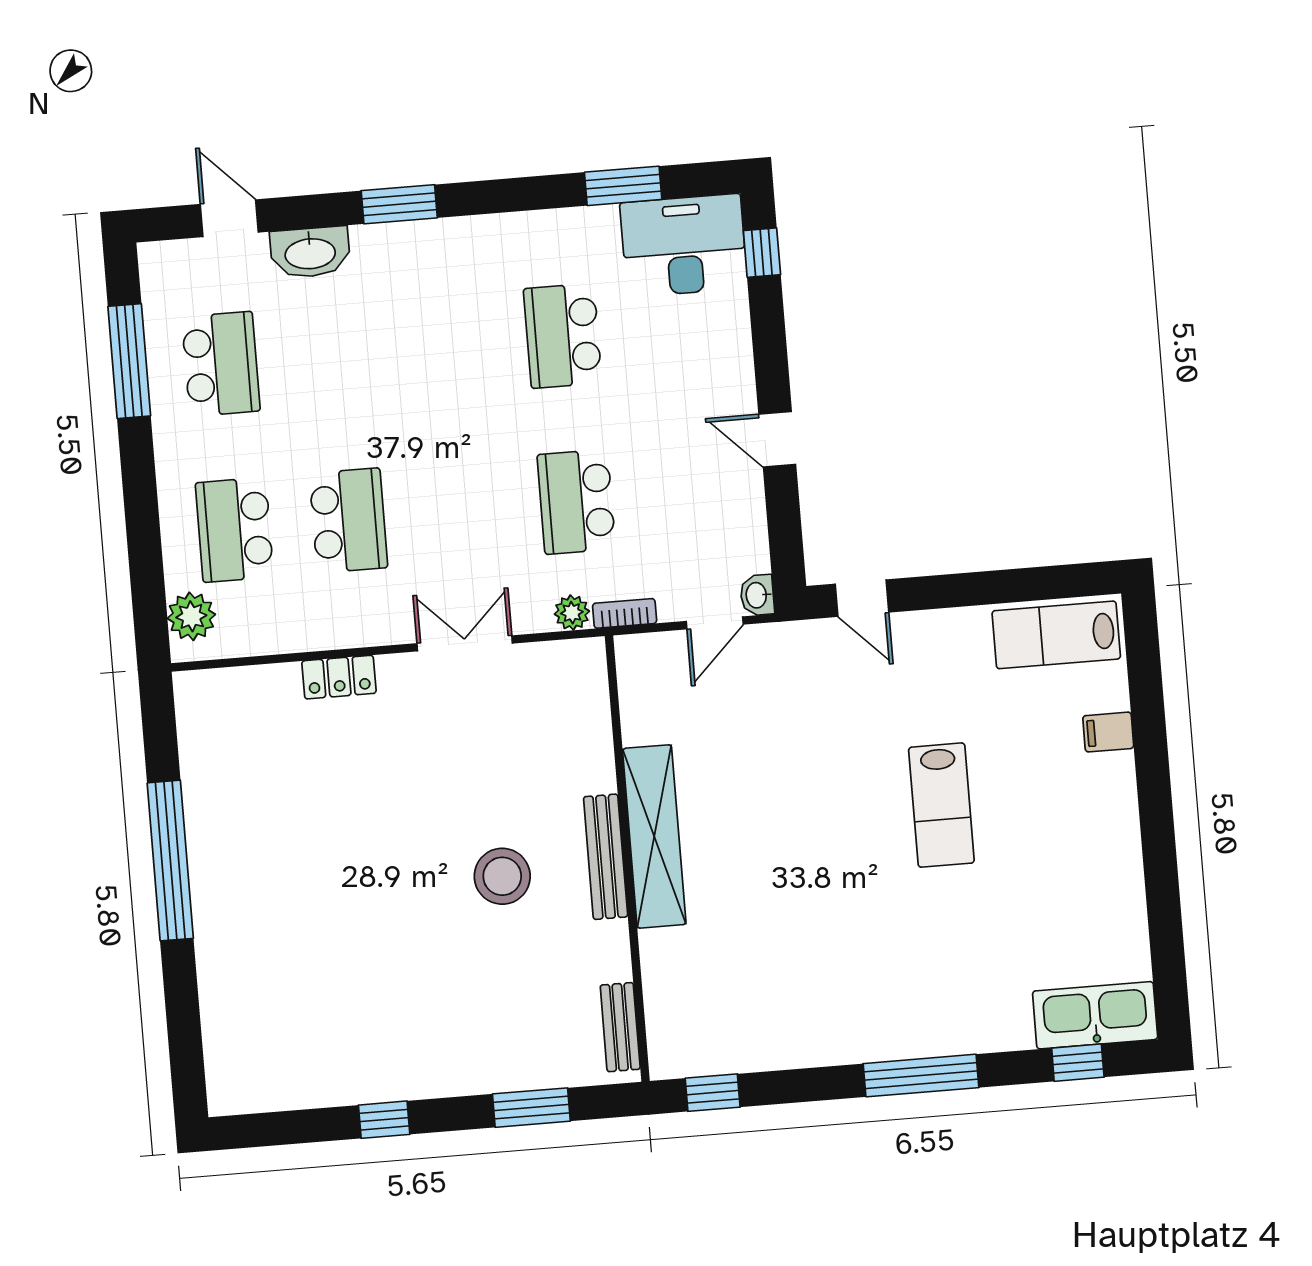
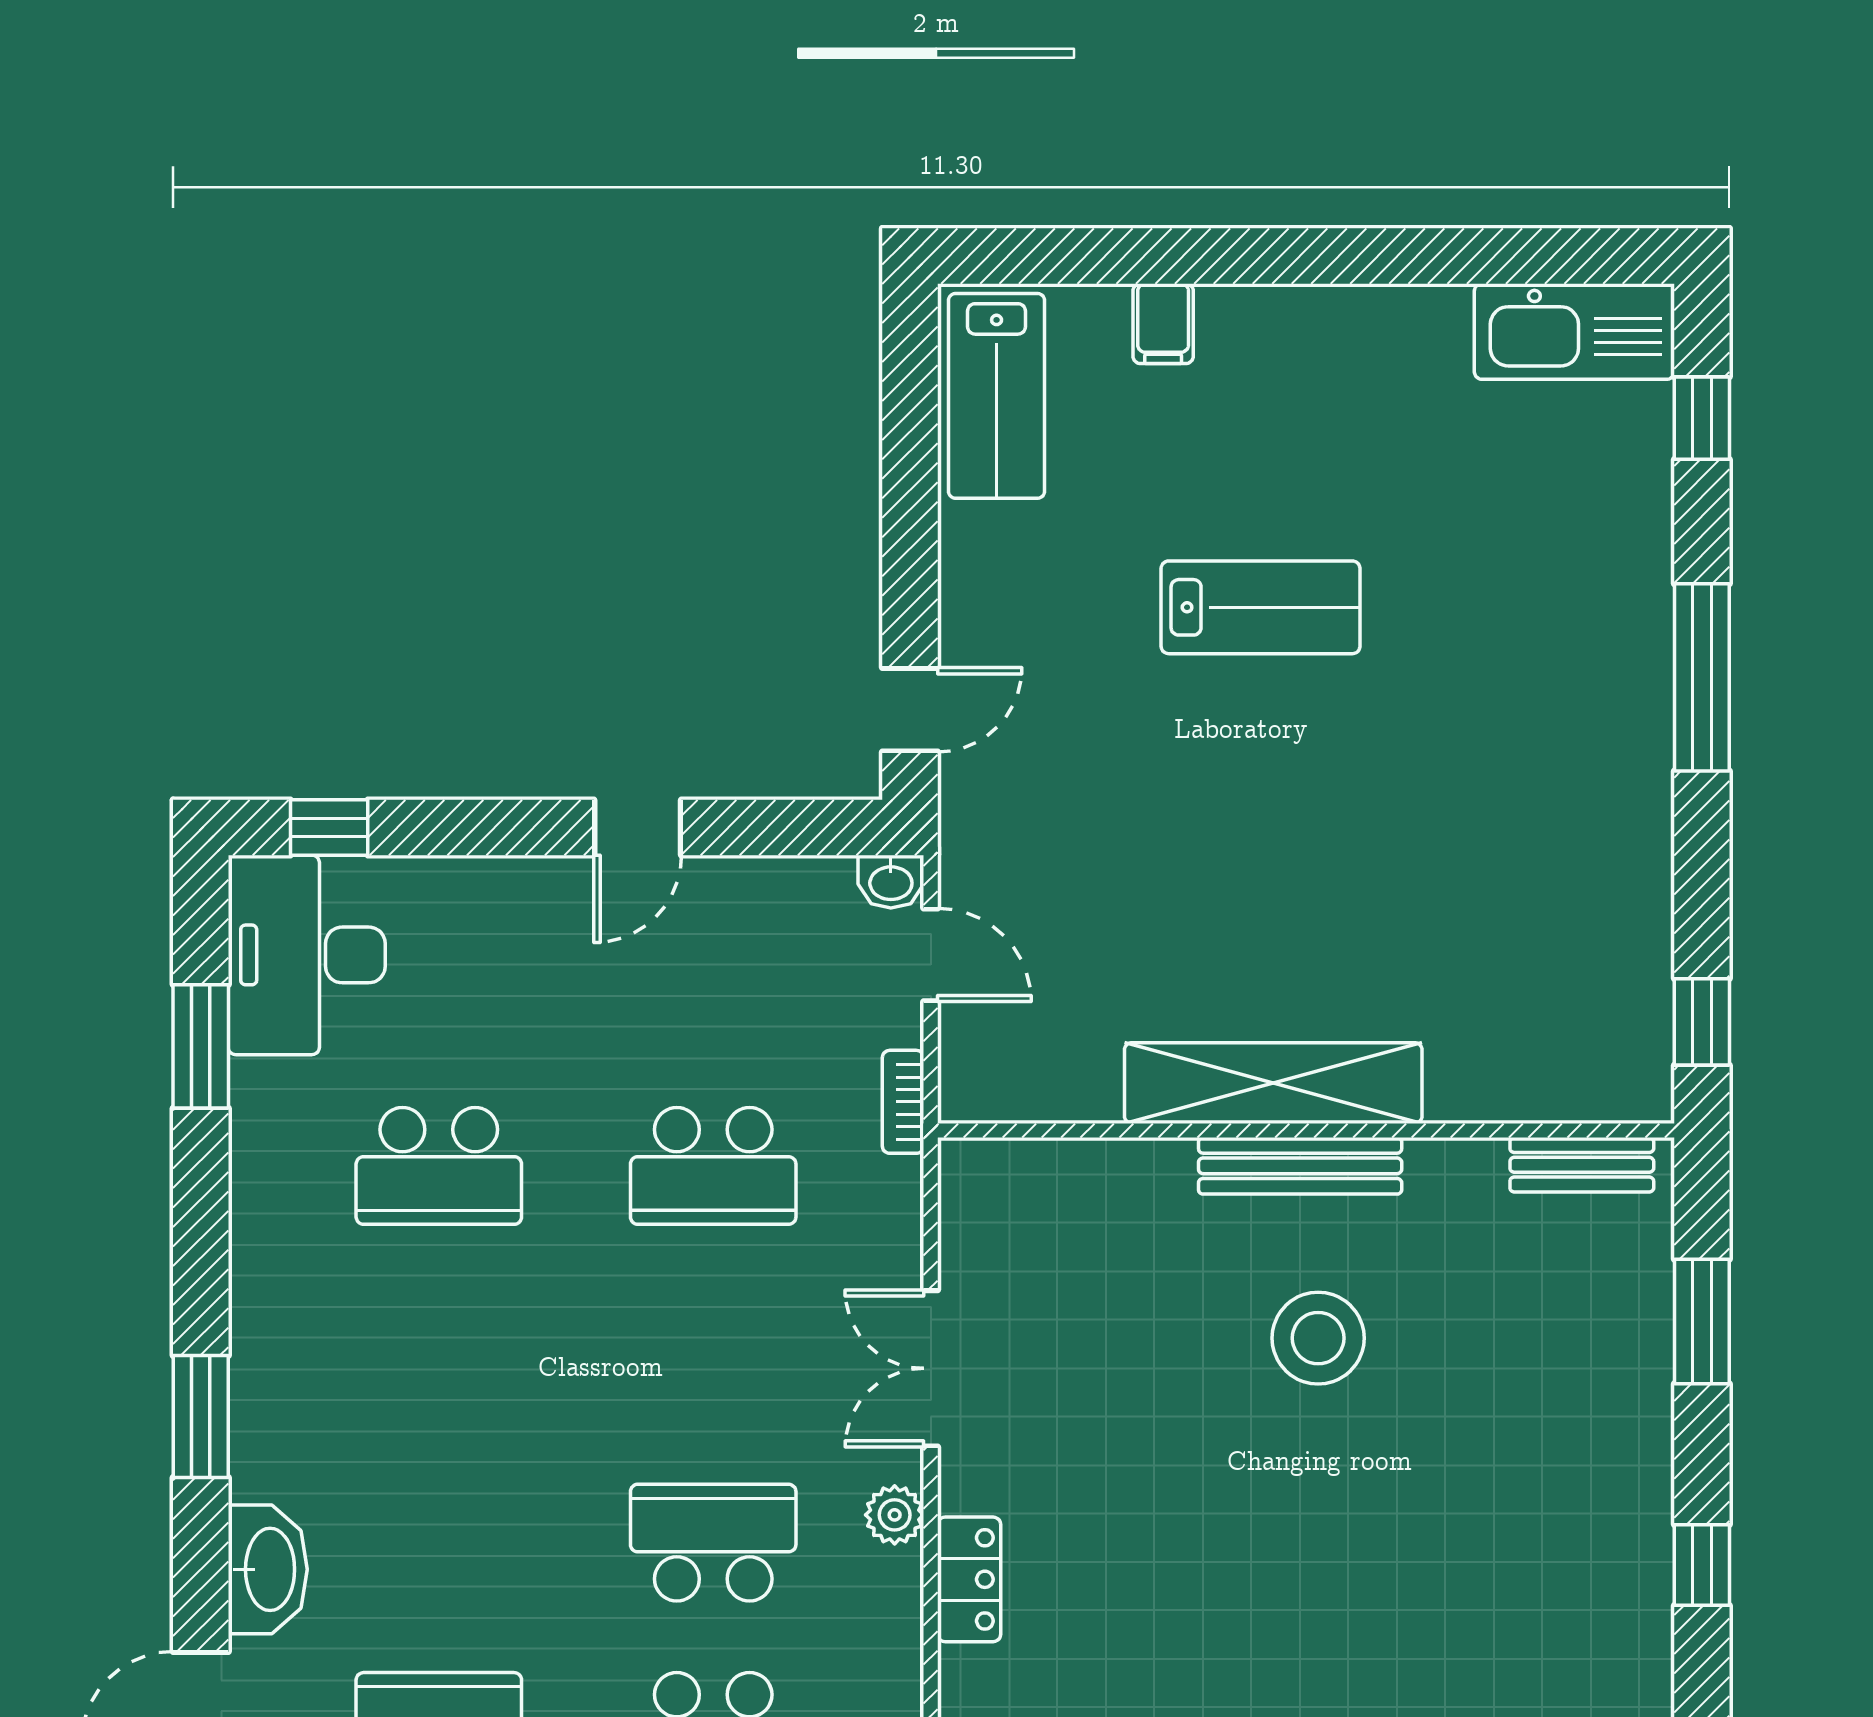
plant: (572, 613) -> (895, 1515), moved
kitchen sink: (1095, 1015) -> (1574, 331), moved, turned -90

